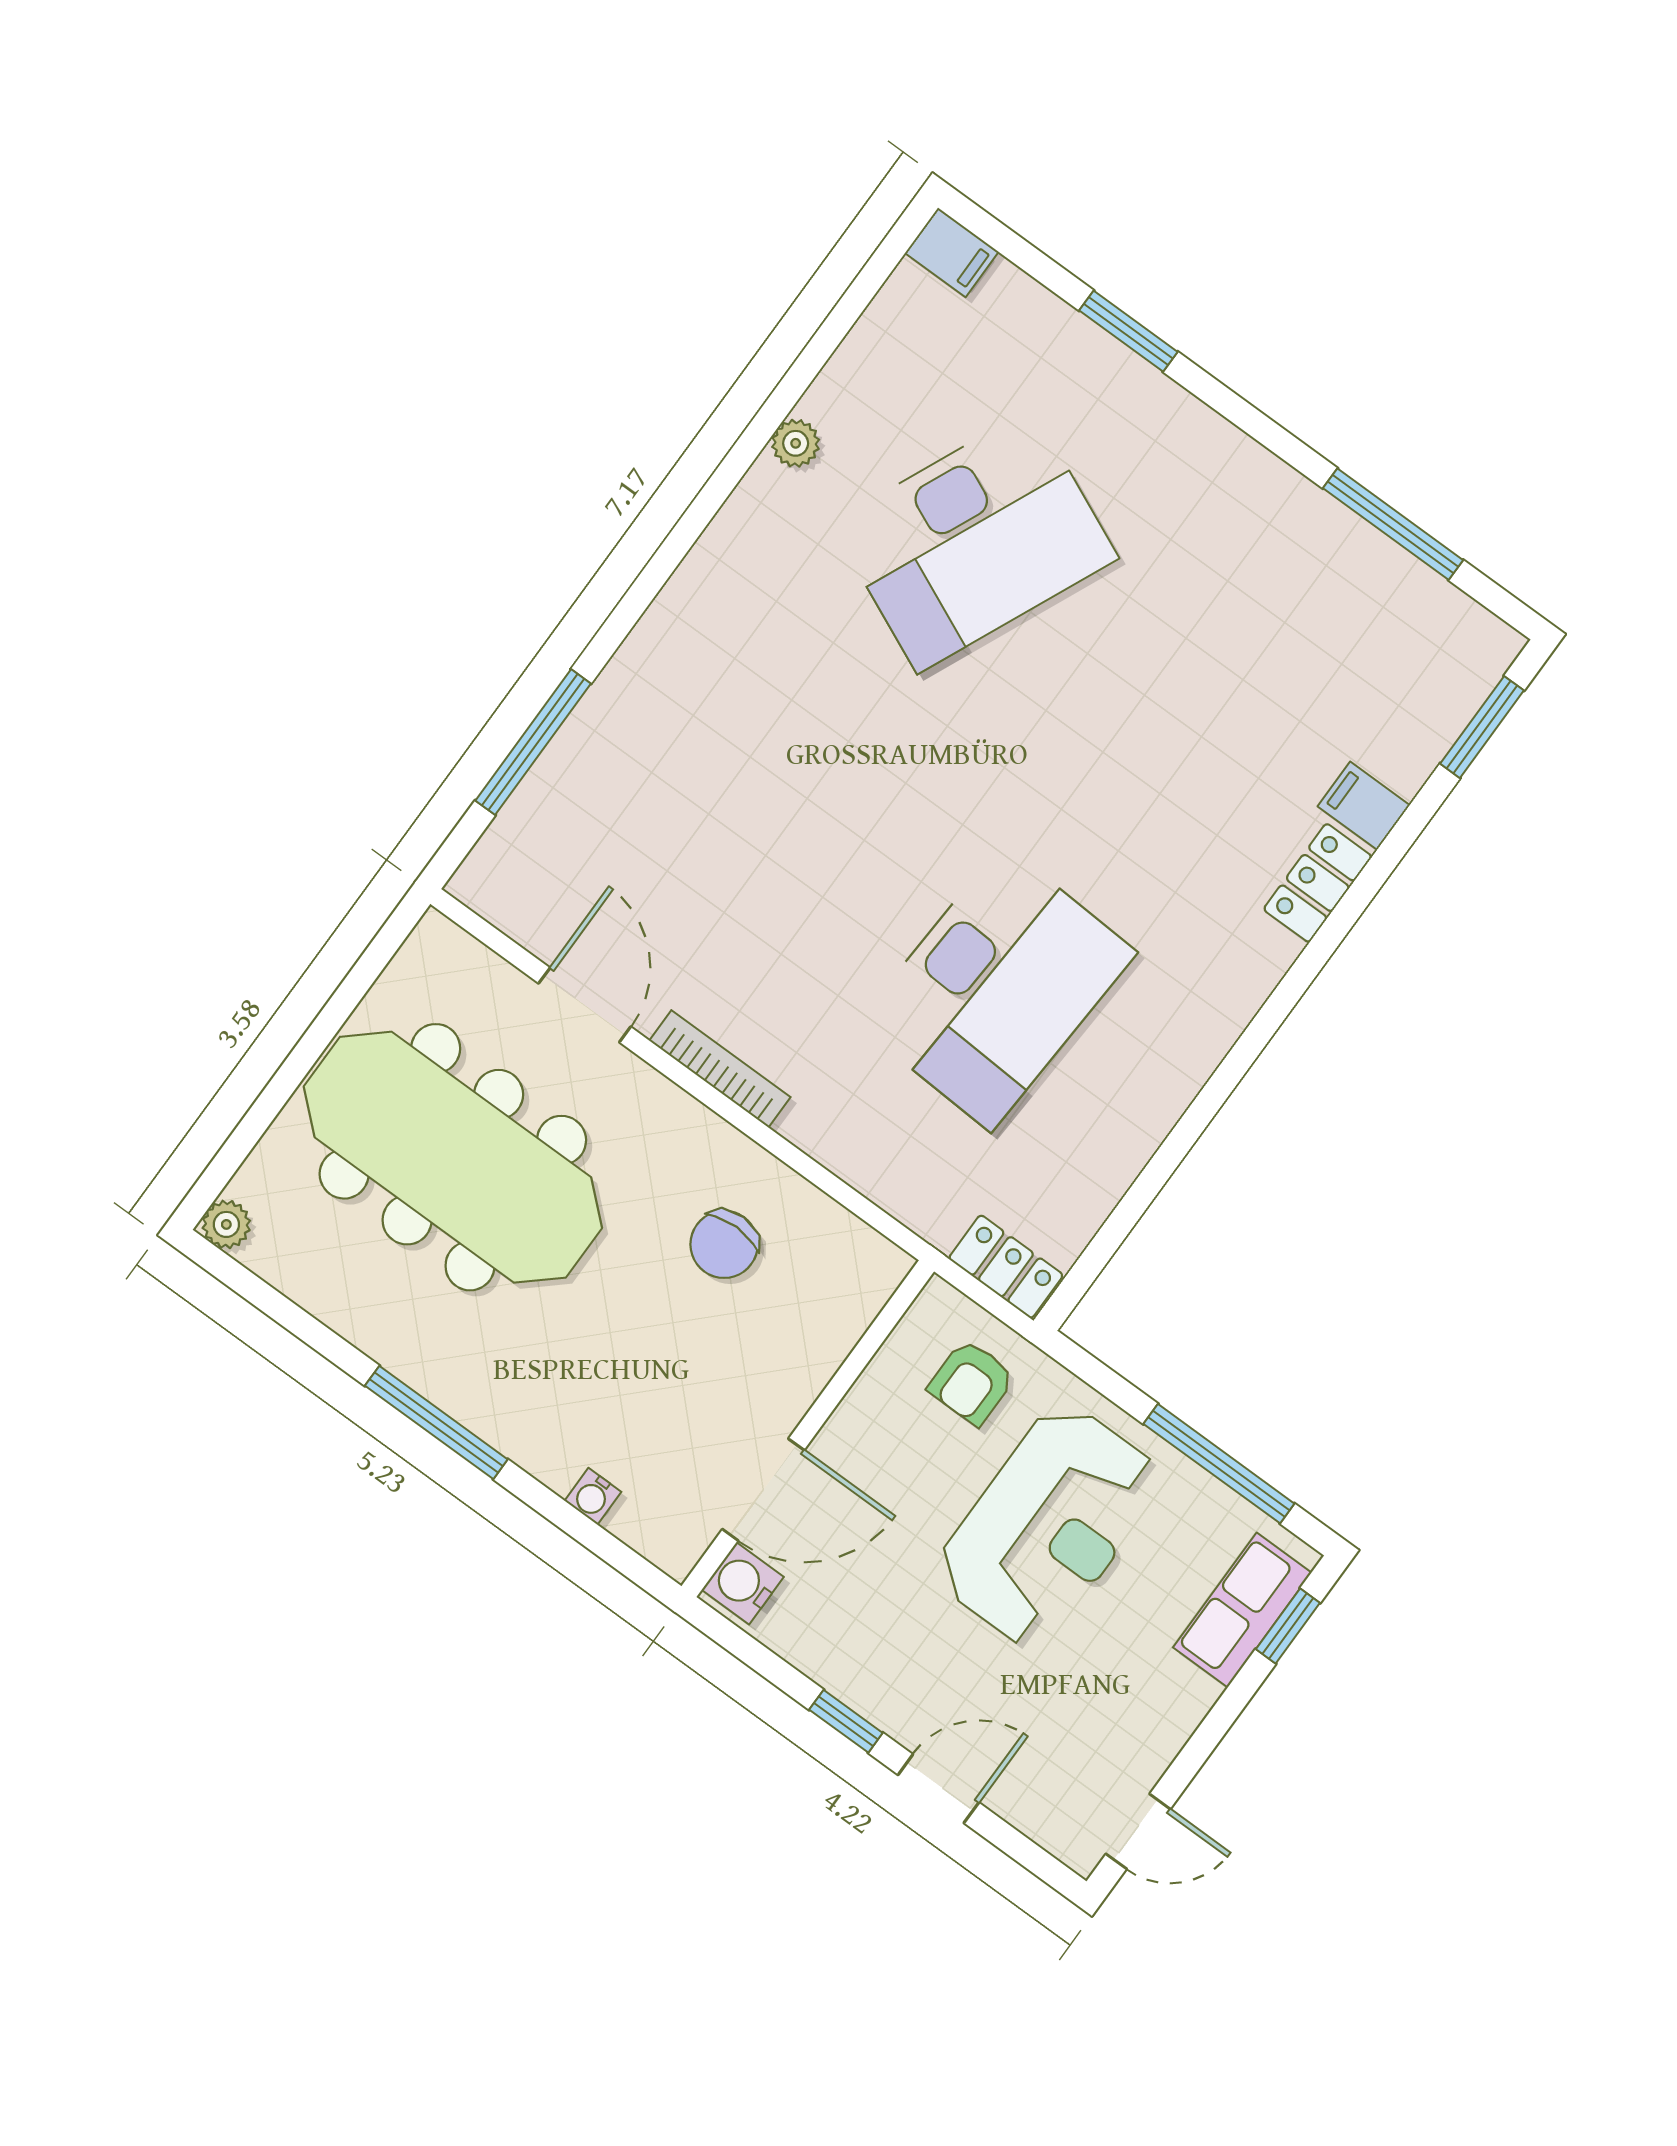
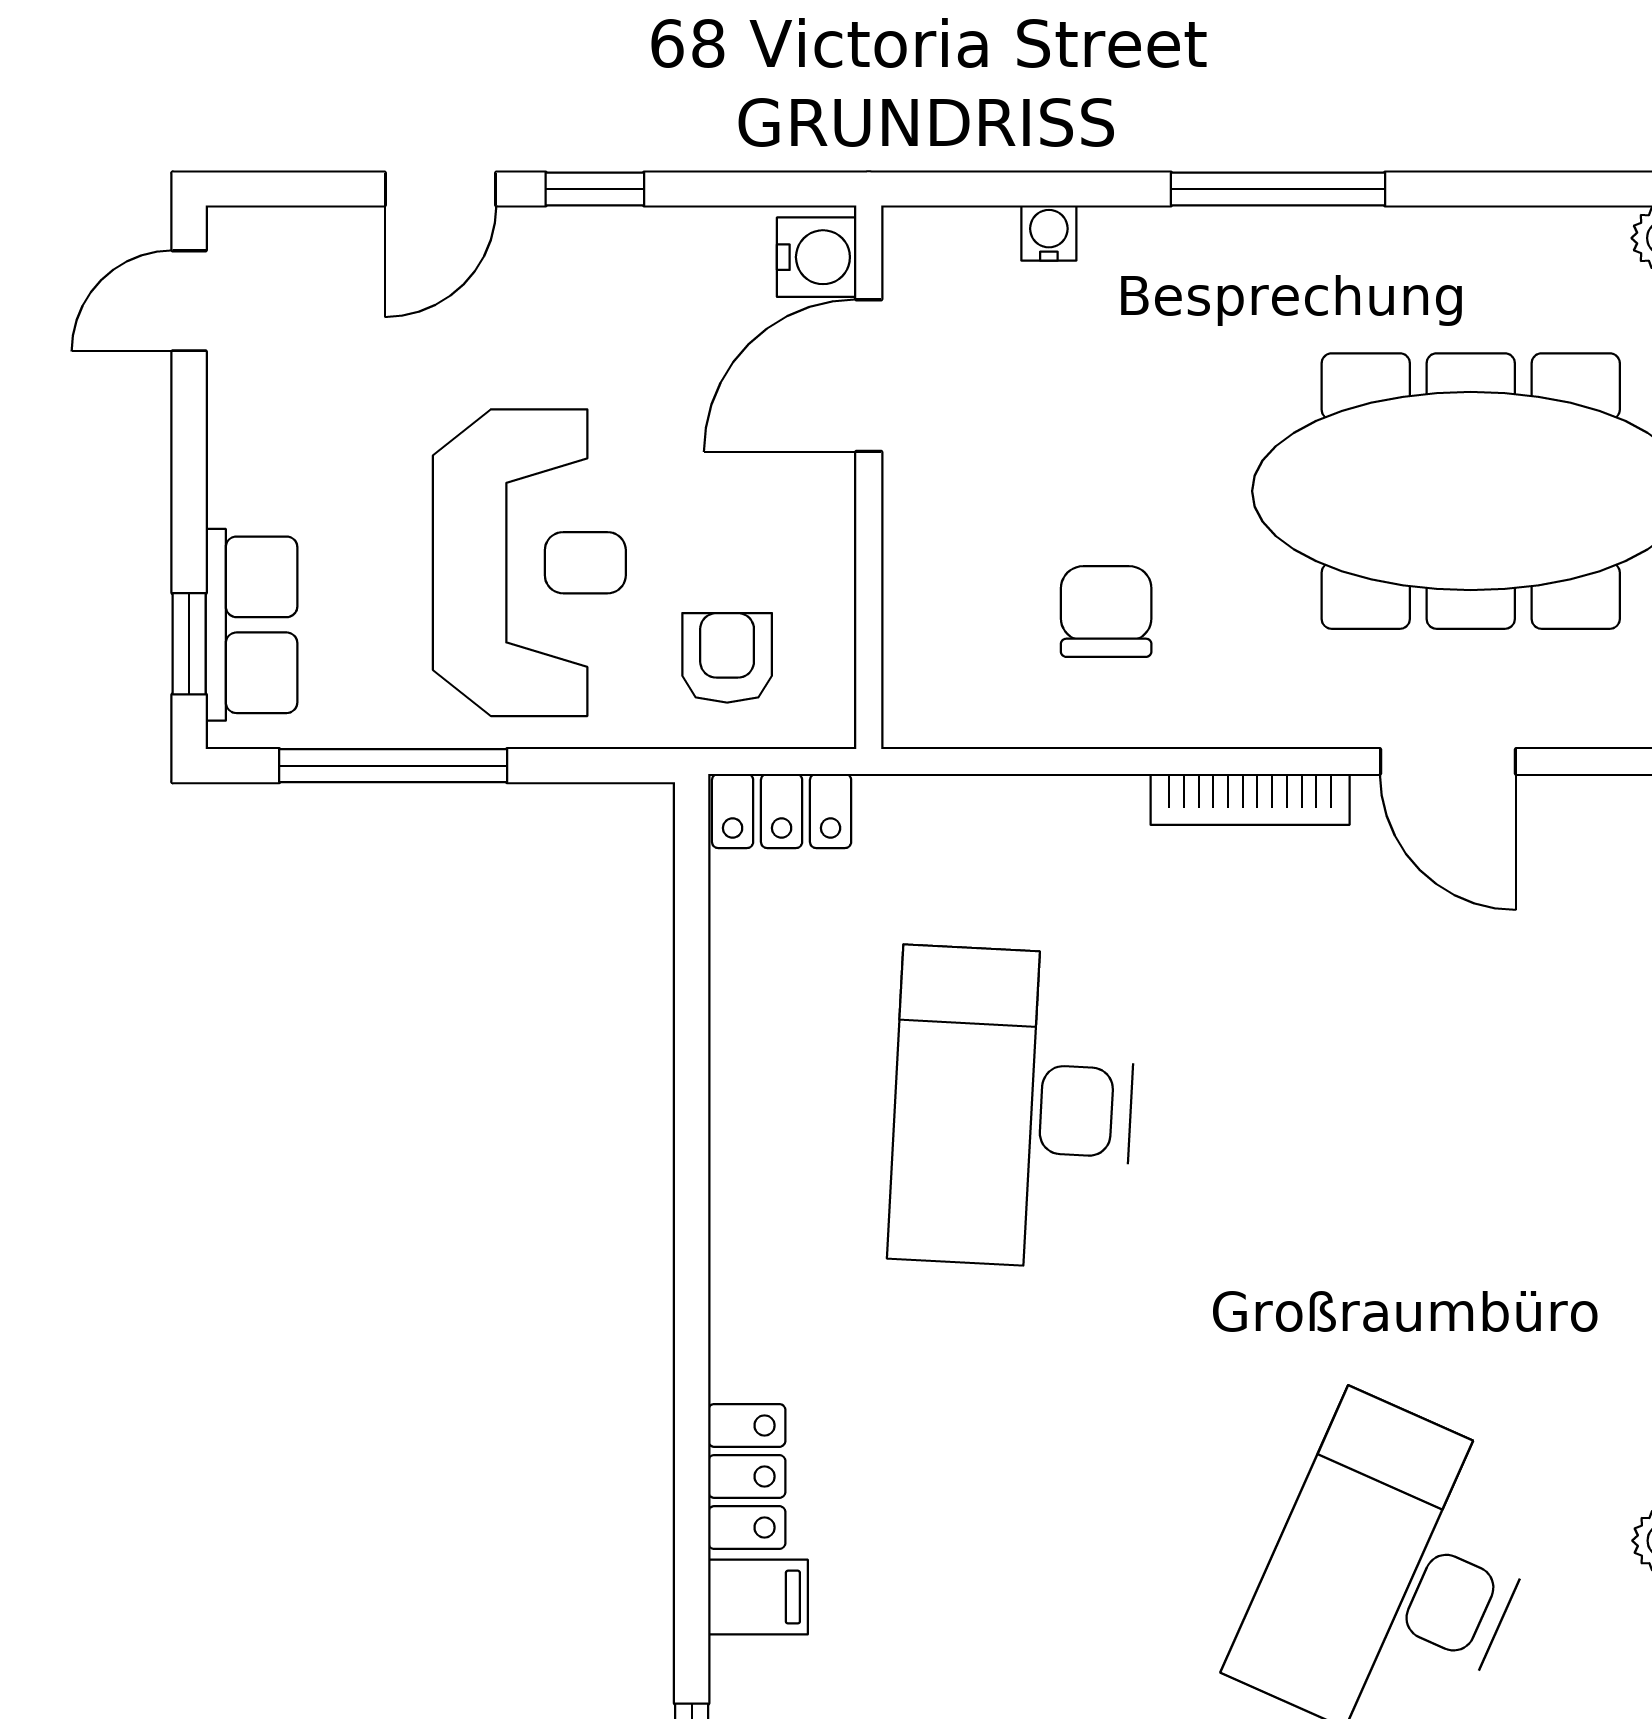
reception desk: (1049, 1526) -> (529, 563), turned 180

